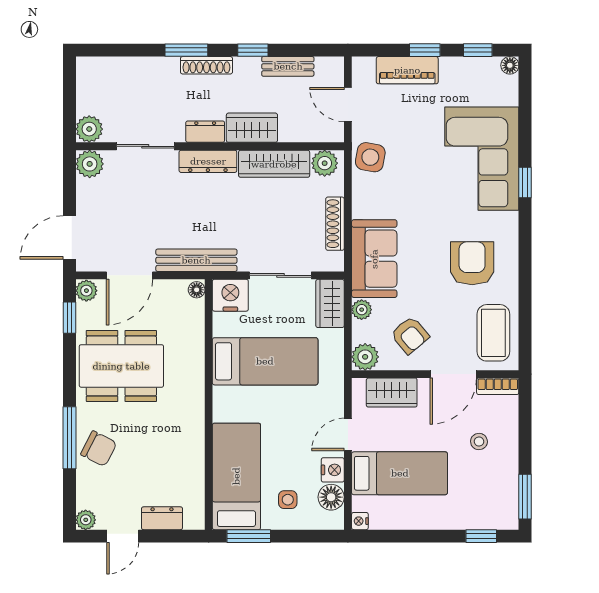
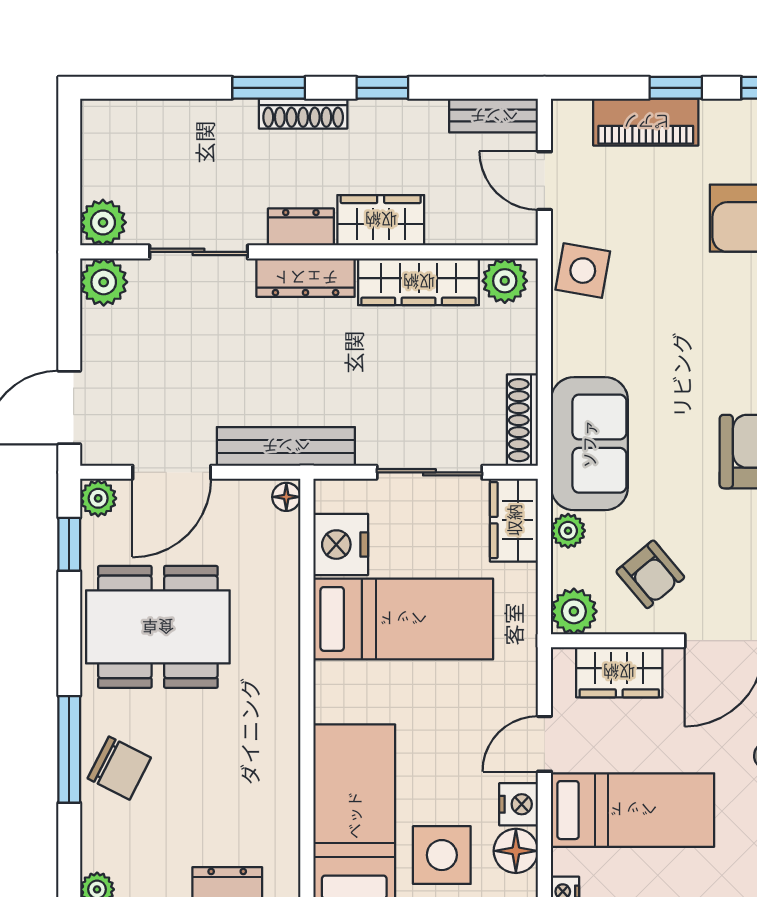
bench: (288, 66) -> (494, 116), moved
shoe rack: (335, 224) -> (522, 420), moved
nightstand: (230, 295) -> (341, 545), moved, turned -90
side table: (288, 500) -> (442, 855), width x1.87, depth x1.87

